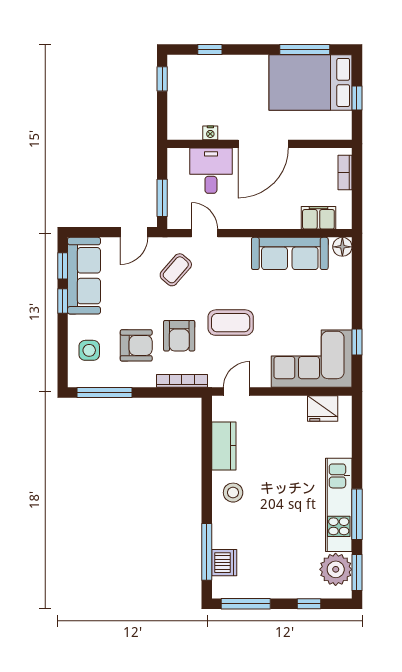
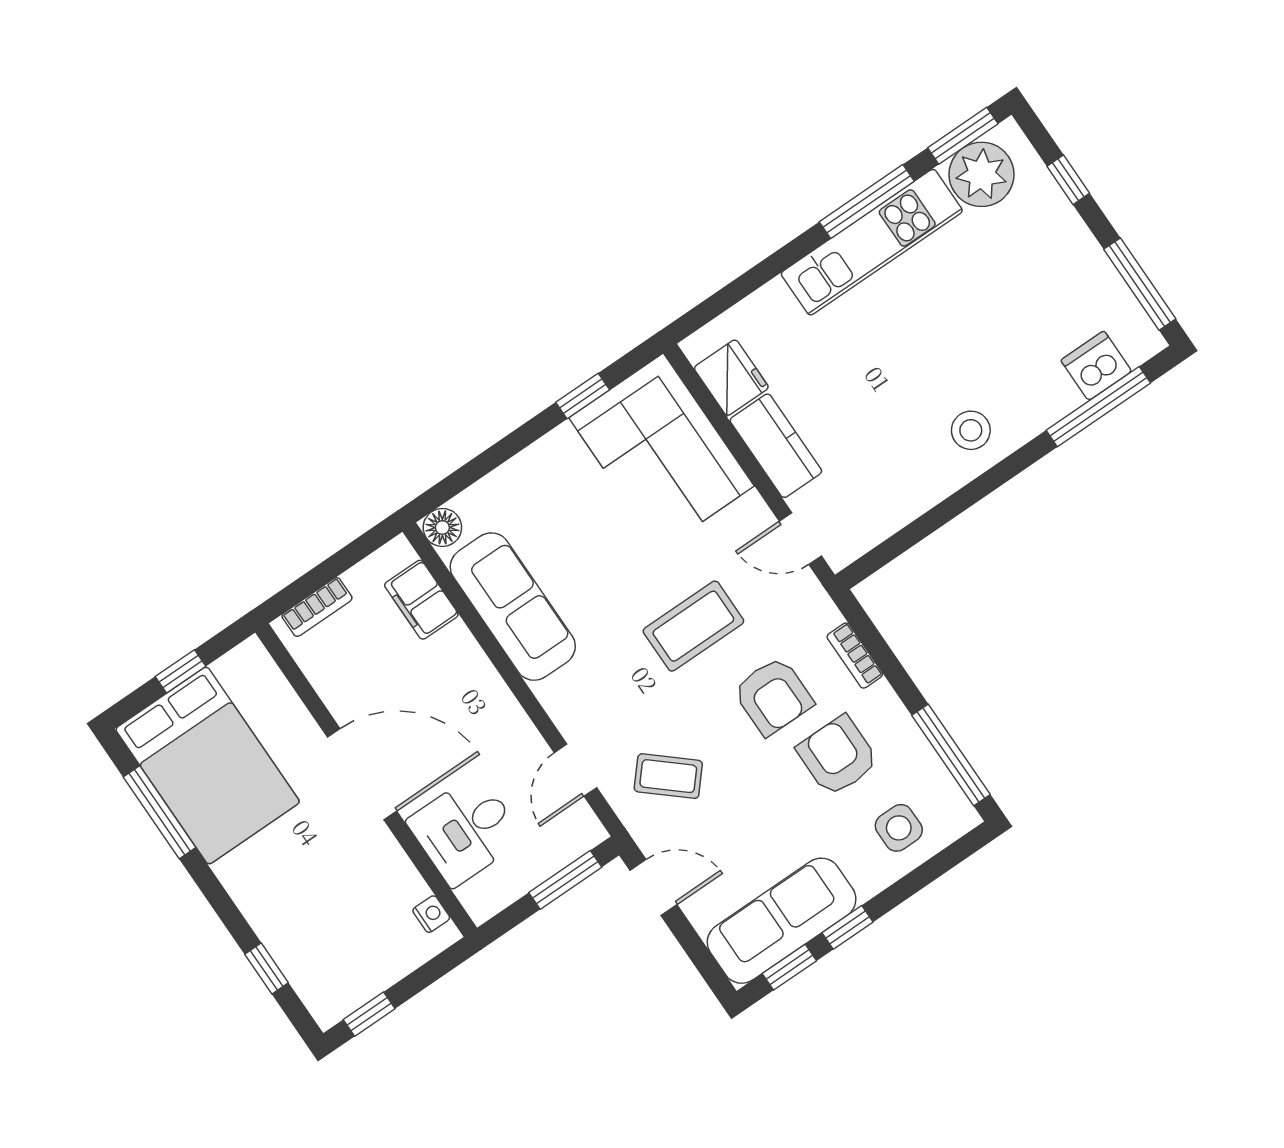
nightstand: (210, 133) -> (431, 914), moved
coffee table: (231, 323) -> (693, 626), turned 90
armchair: (179, 336) -> (773, 696), turned 90
bookcase: (182, 381) -> (855, 656), width x0.64
kitchen counter: (224, 446) -> (776, 446), moved, turned 90

